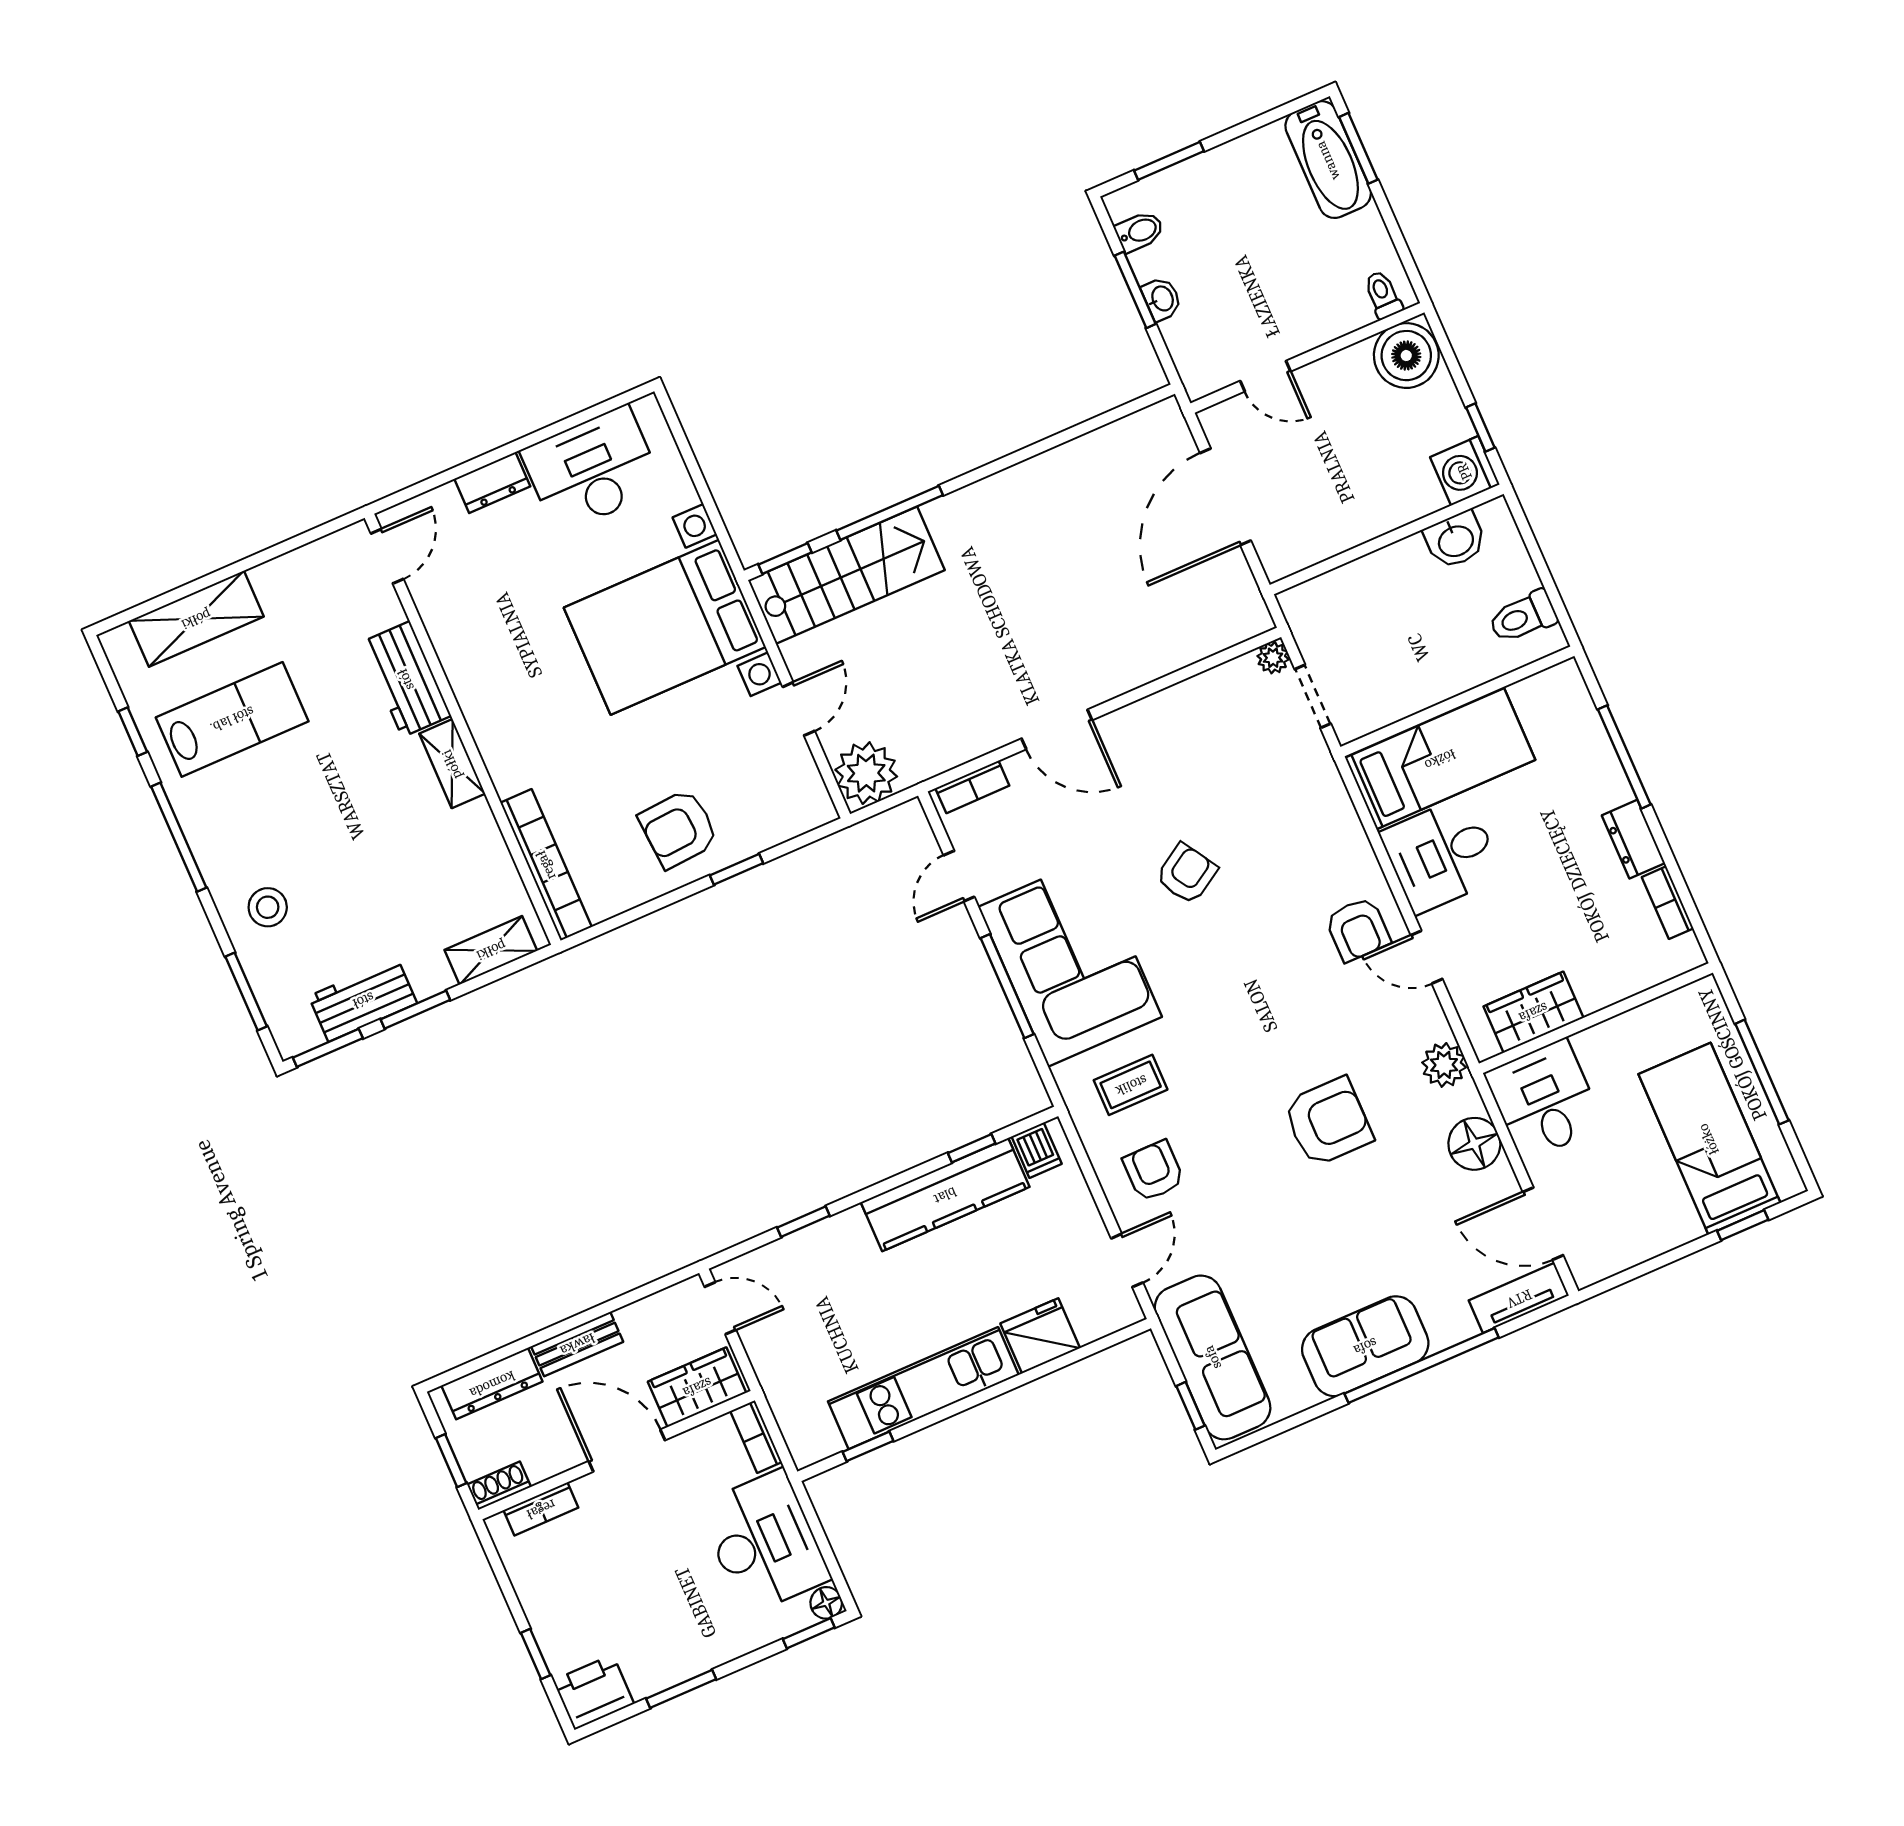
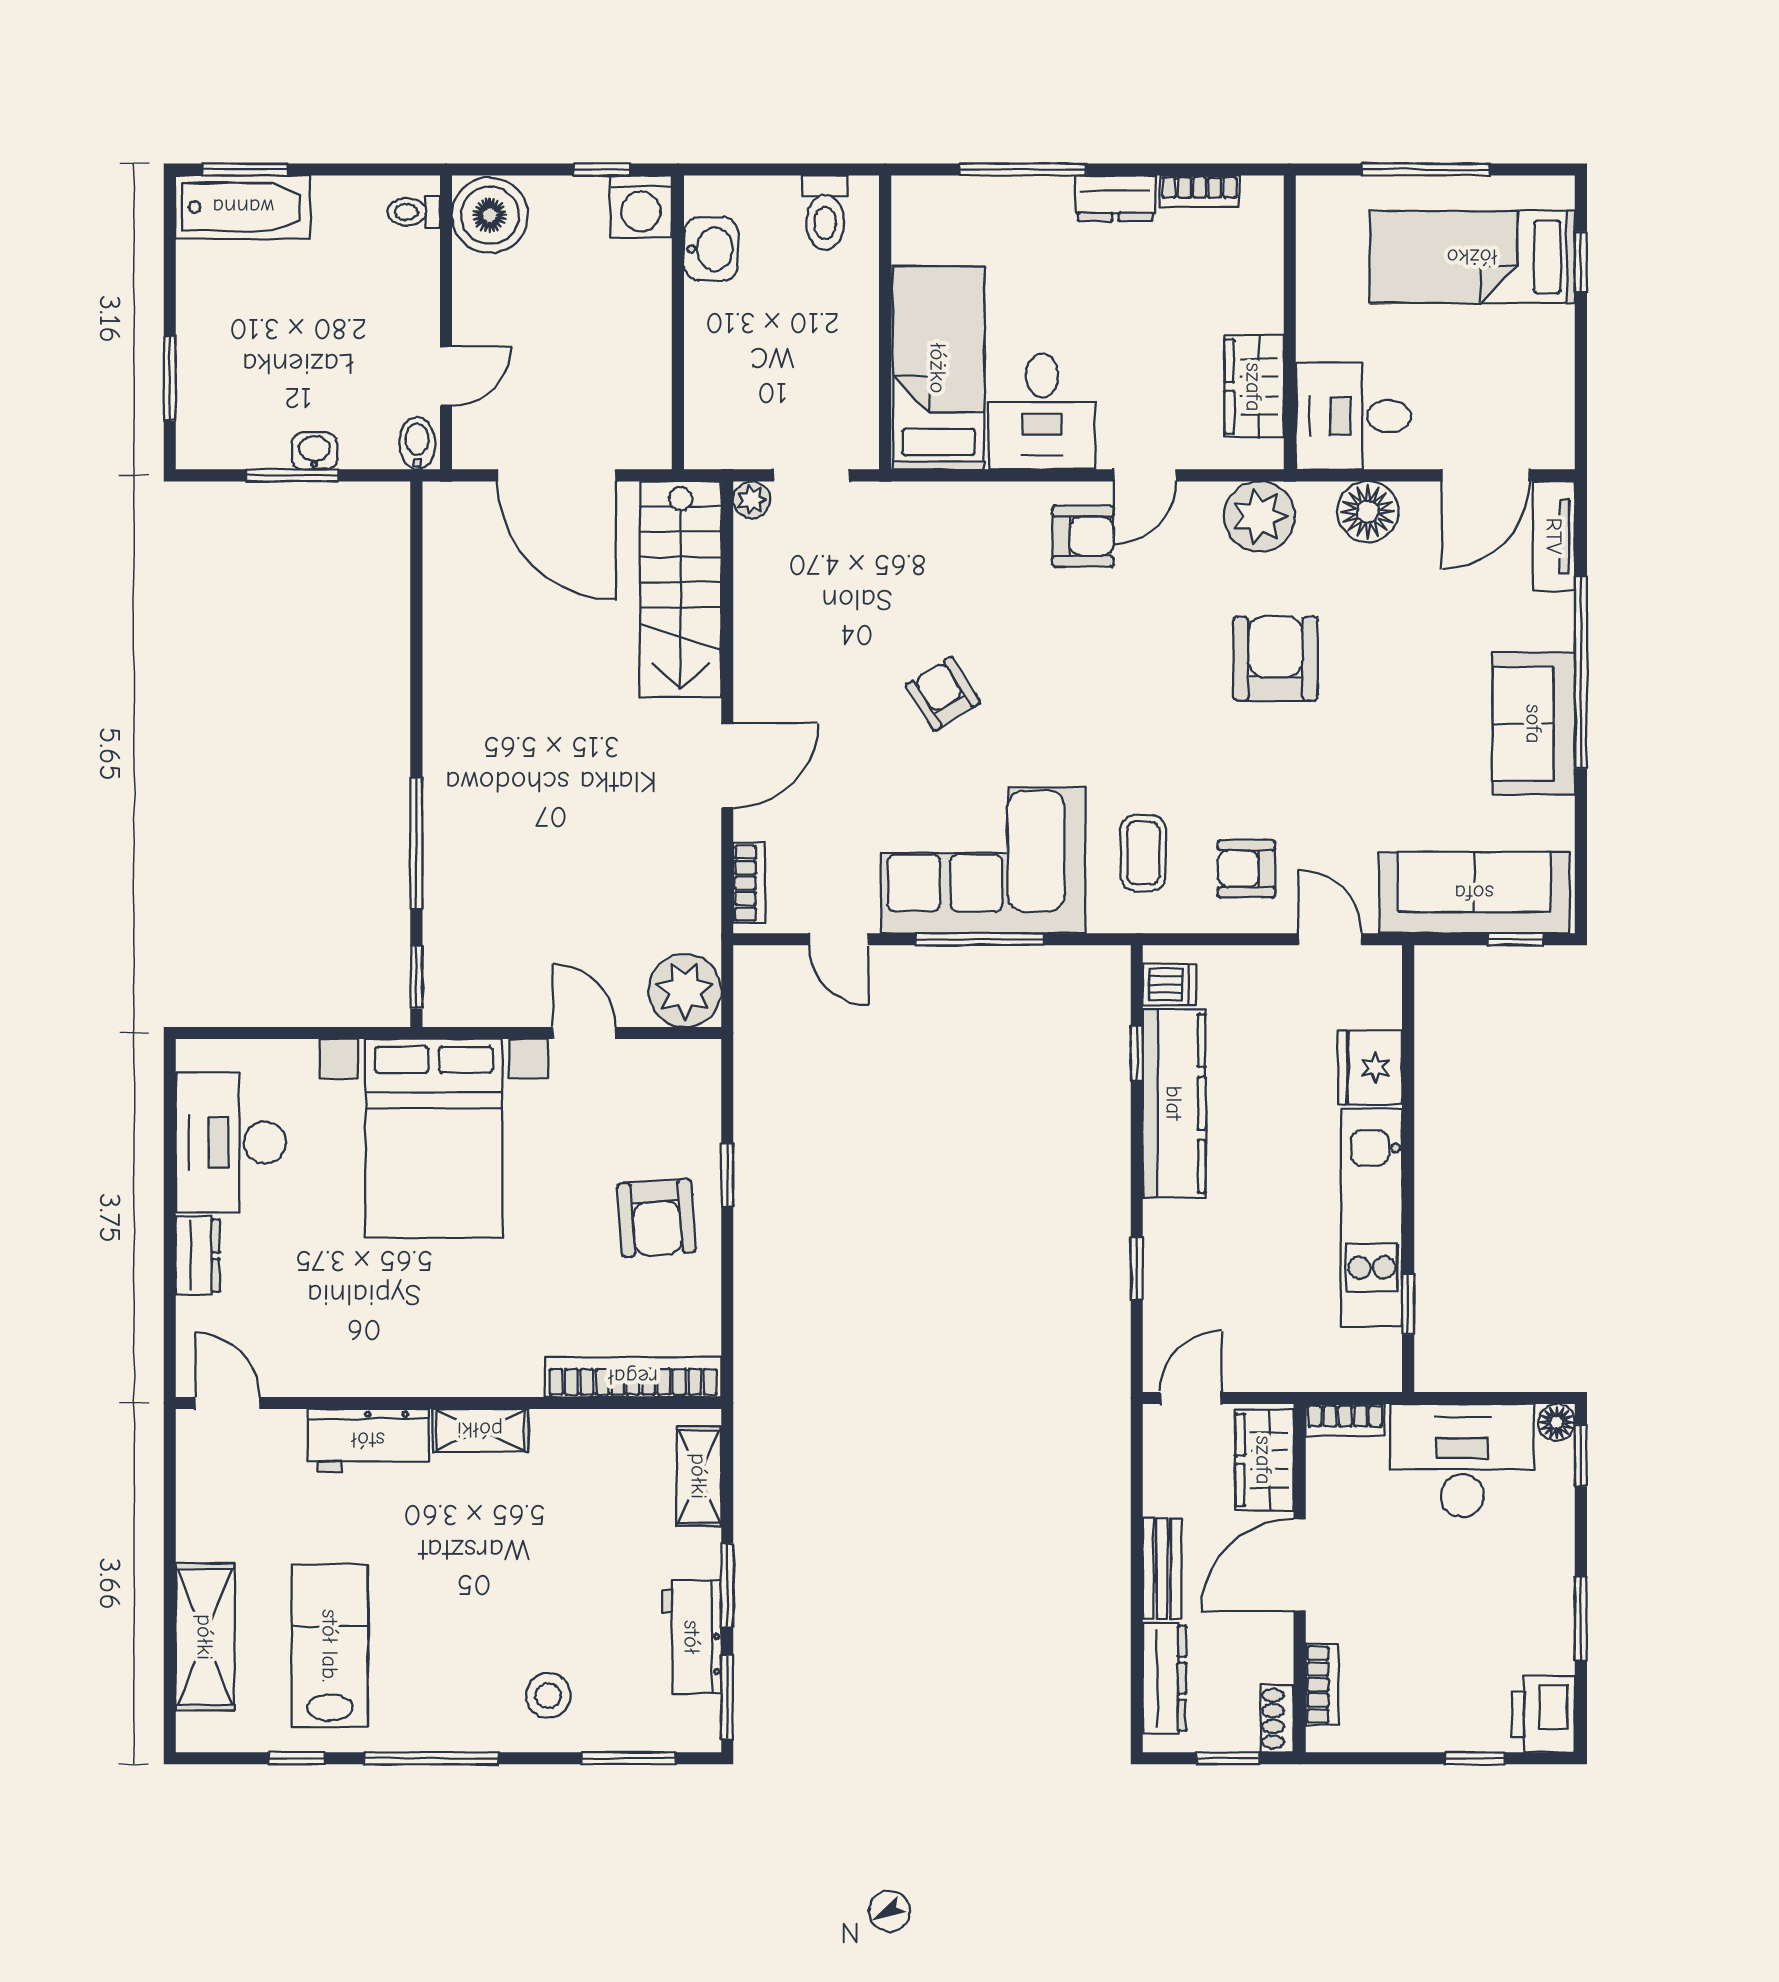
bidet: (1140, 231) -> (417, 443), moved
stairs: (846, 575) -> (681, 589), moved, turned 180
plant: (1444, 1065) -> (1259, 517), width x1.36, depth x1.36

